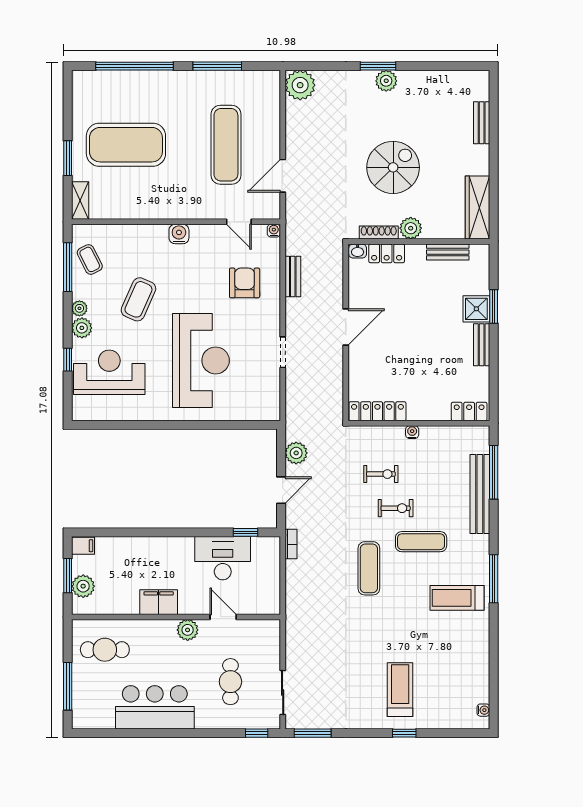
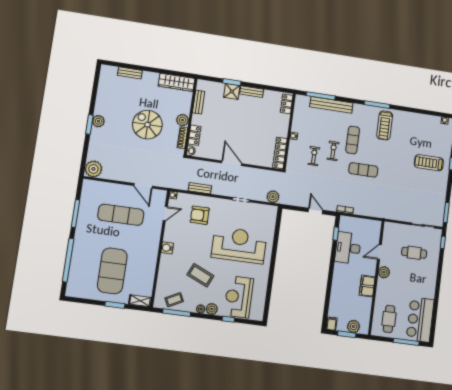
plant: (296, 453) -> (273, 197), moved
bar counter: (155, 707) -> (420, 320), moved

